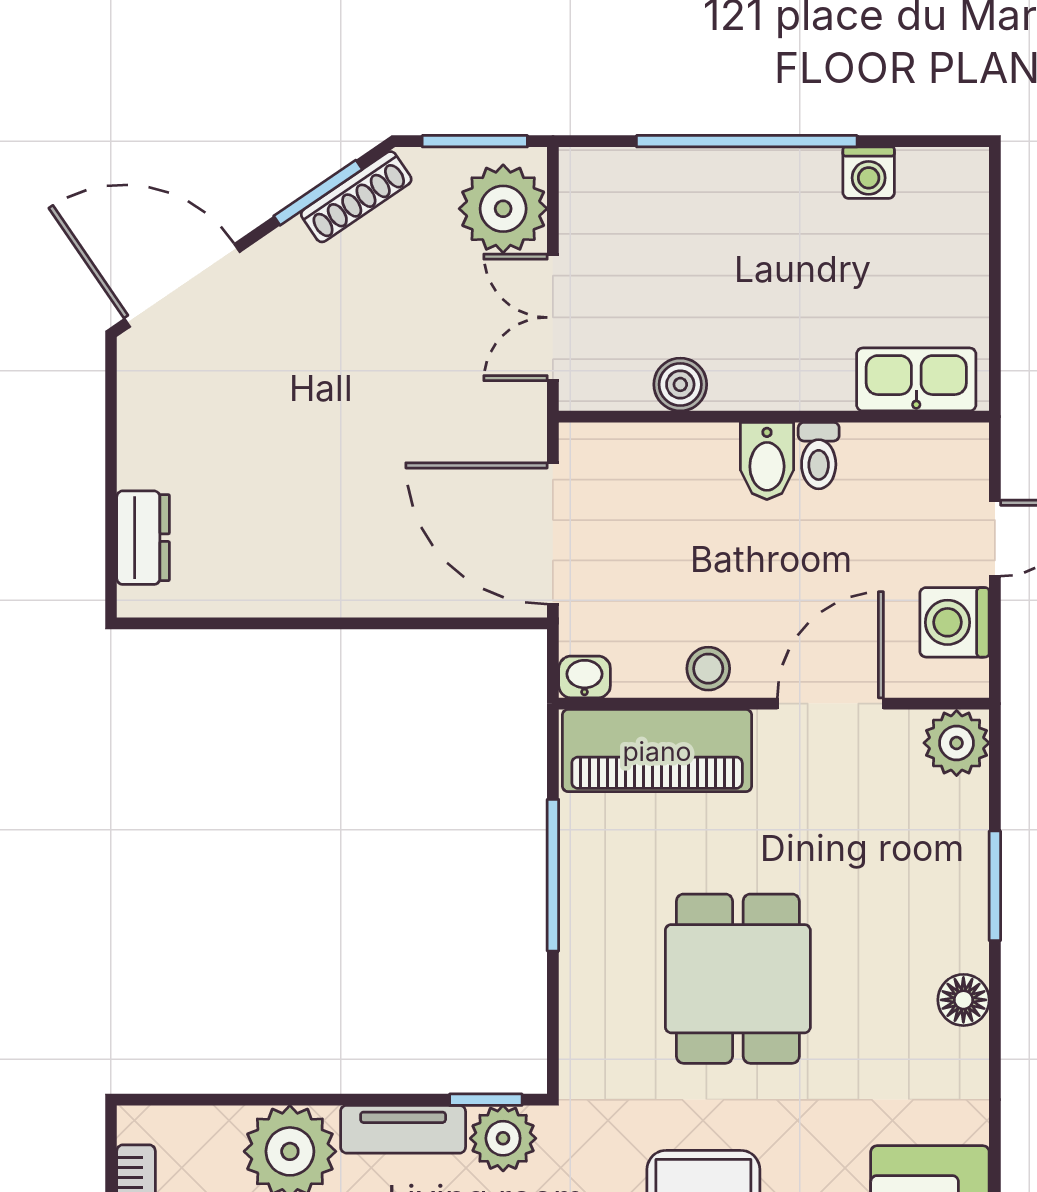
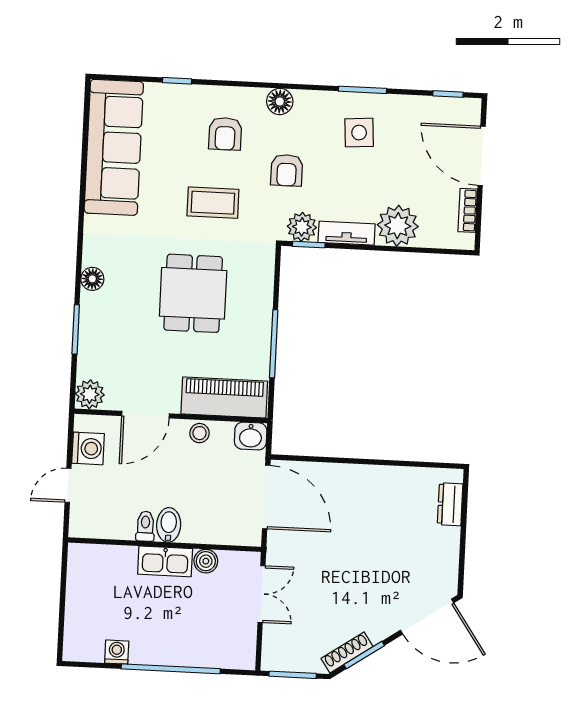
plant: (503, 209) -> (281, 644), removed
kitchen sink: (916, 379) -> (165, 561), moved
washbasin: (585, 677) -> (251, 436), width x1.38, depth x1.45

